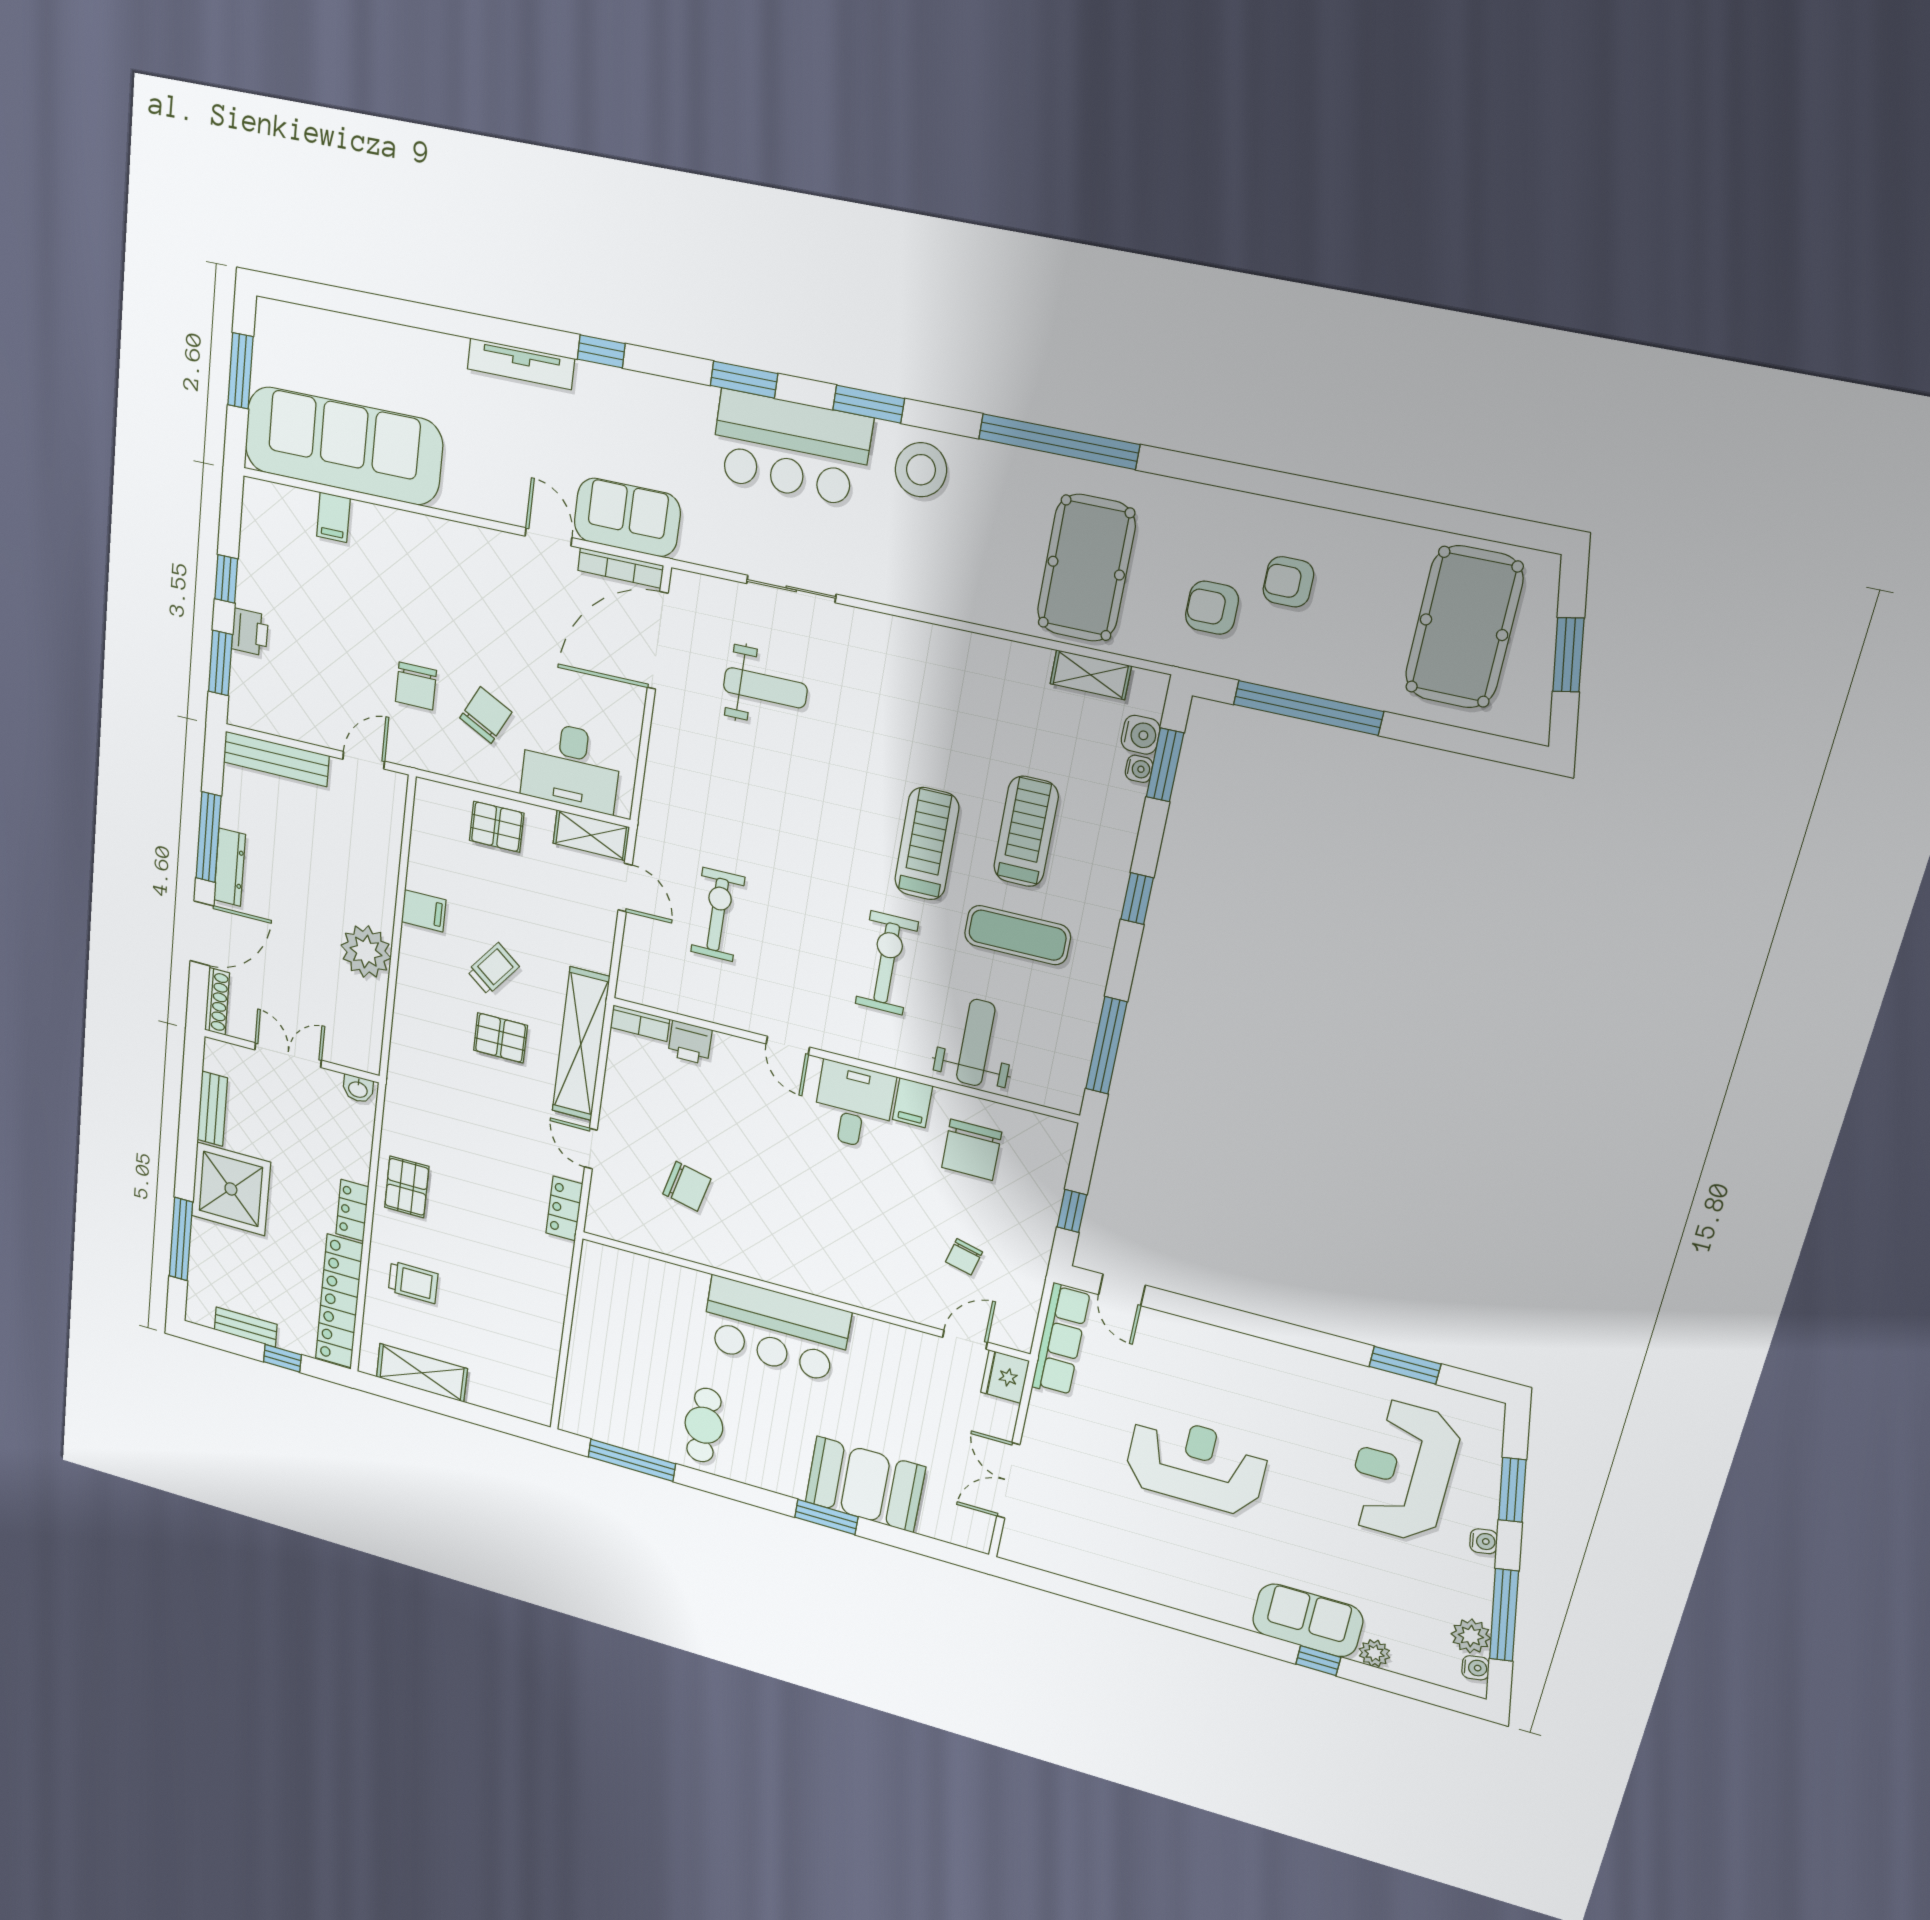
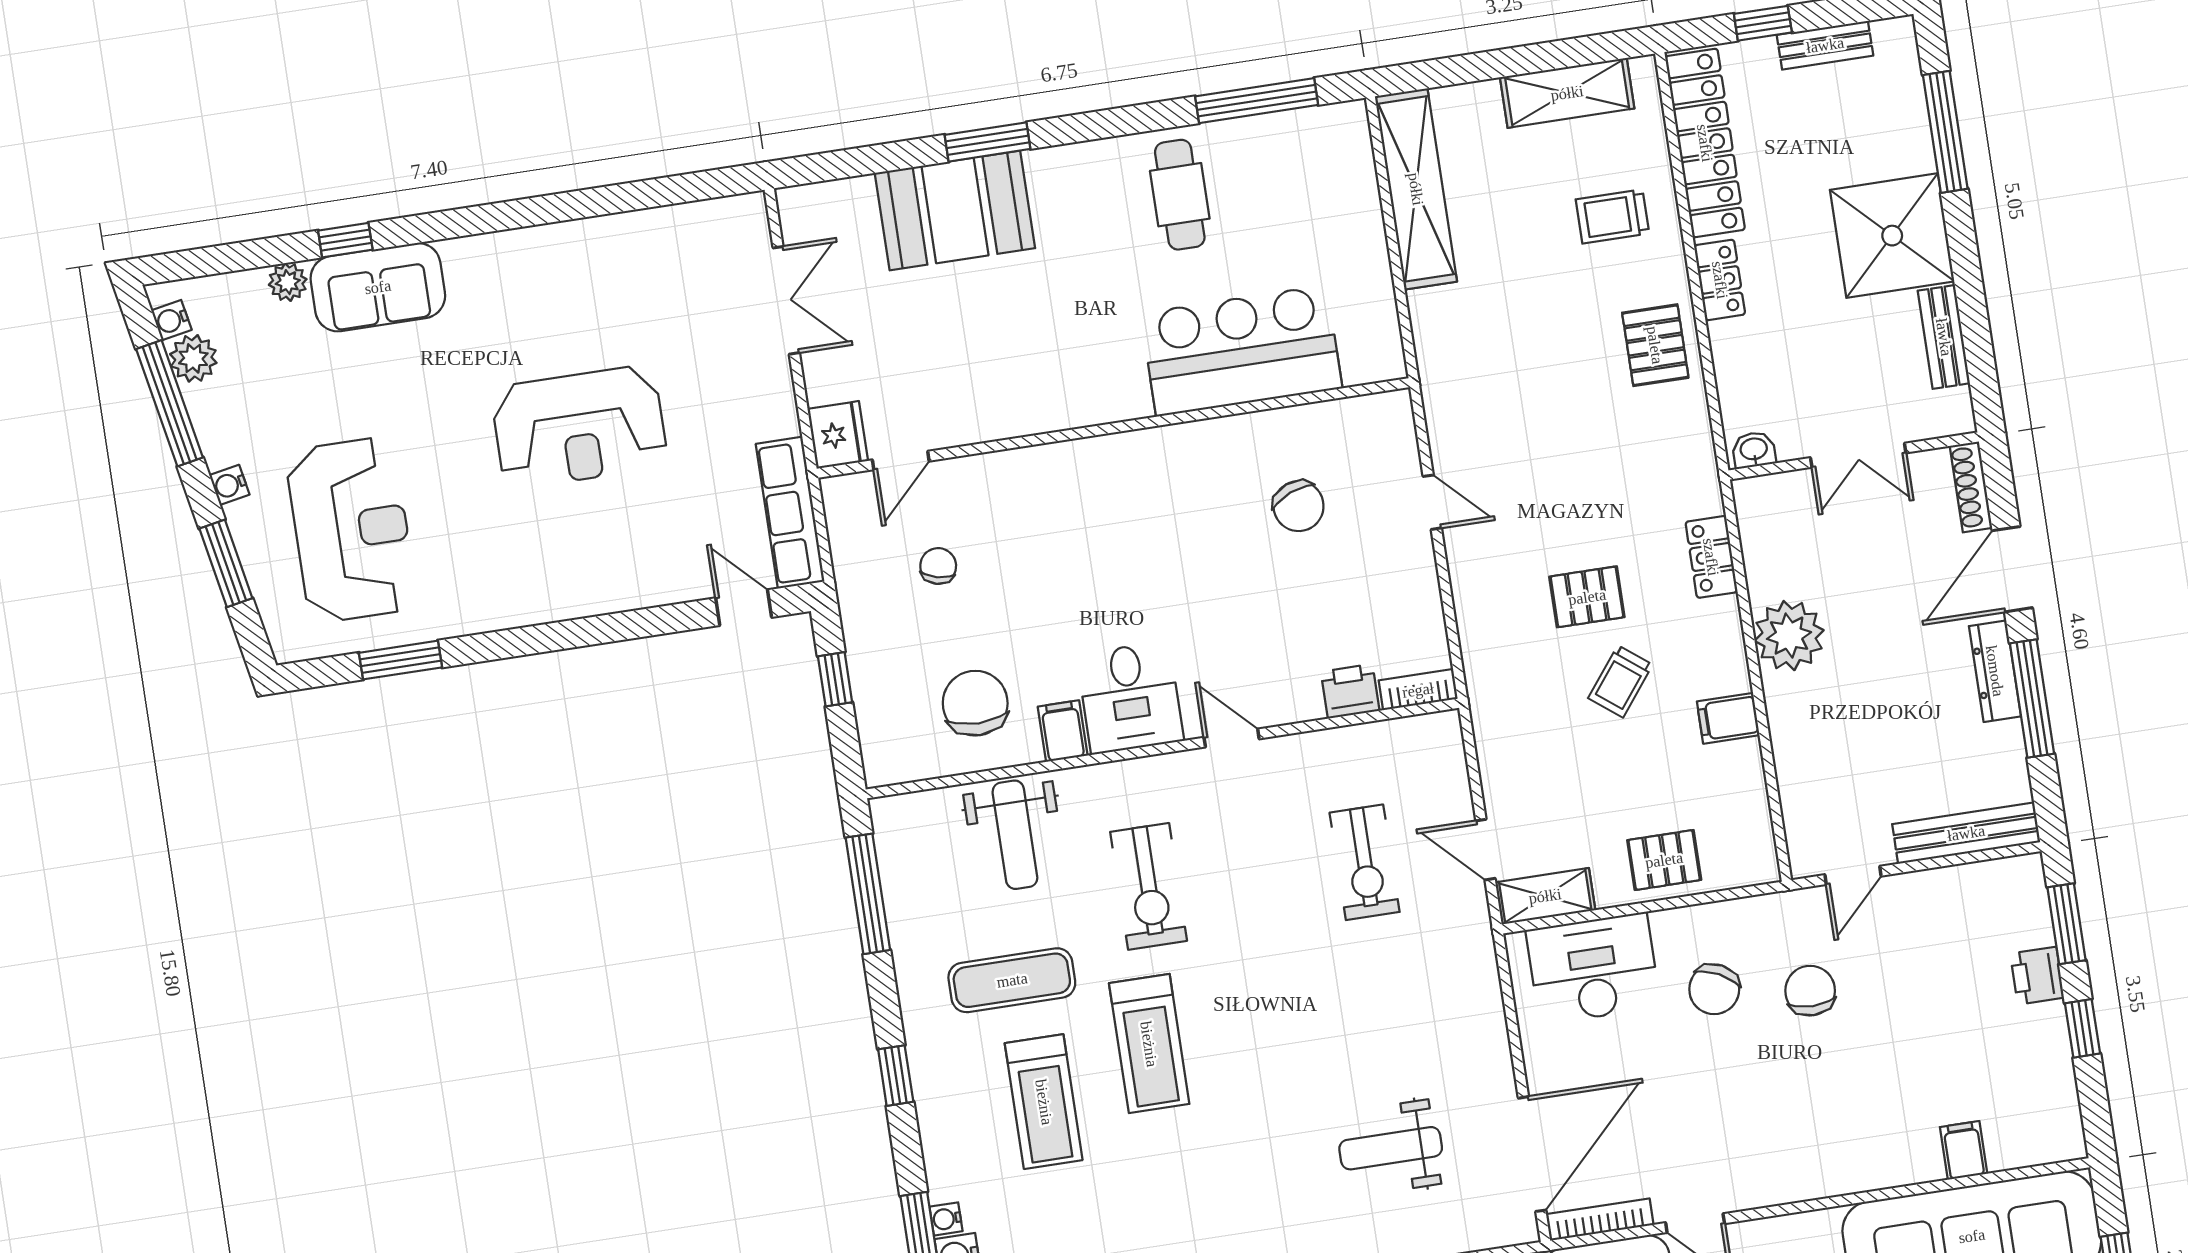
shelving: (581, 1044) -> (1416, 189), moved
chair: (687, 1186) -> (1299, 506), turned -125
locker: (564, 1209) -> (1711, 557), moved, turned 180
bar counter: (776, 1329) -> (1241, 351), moved

